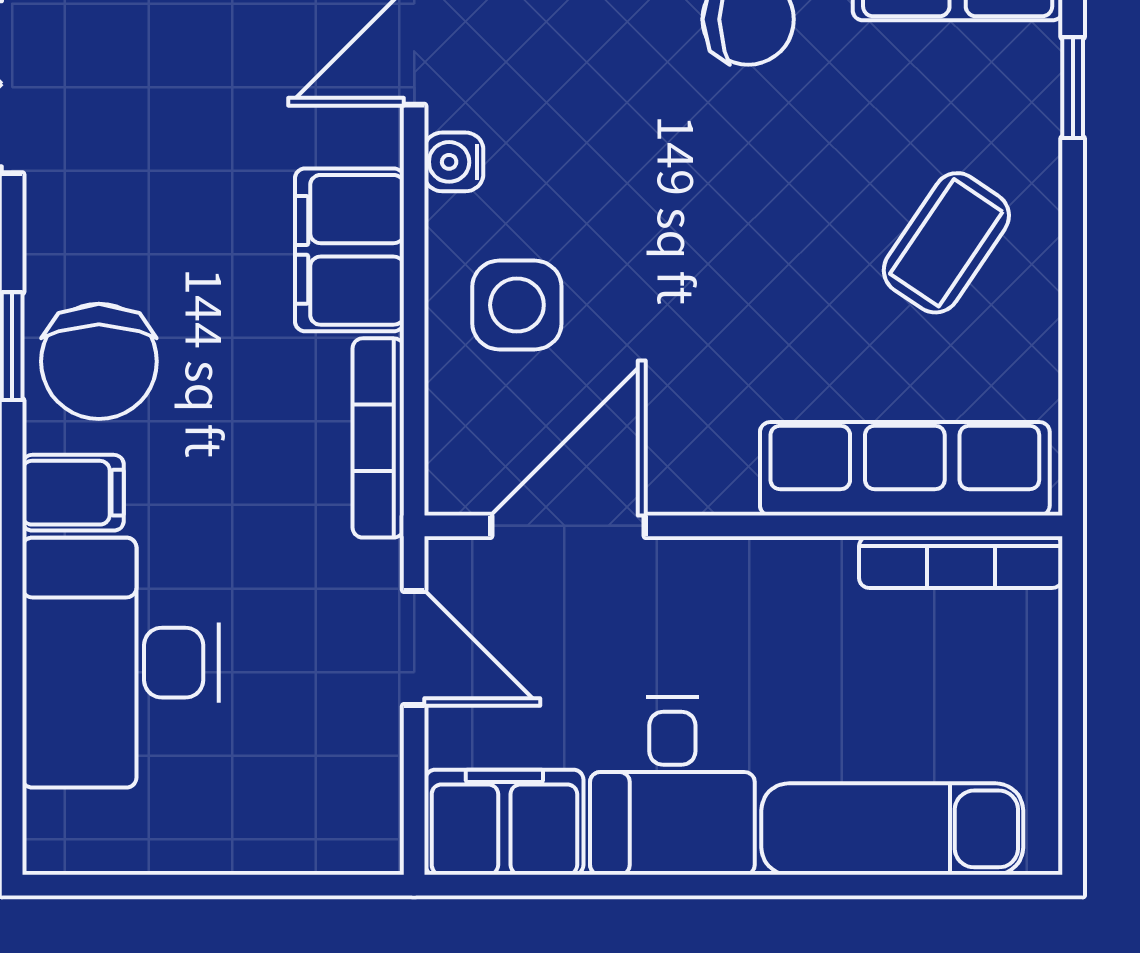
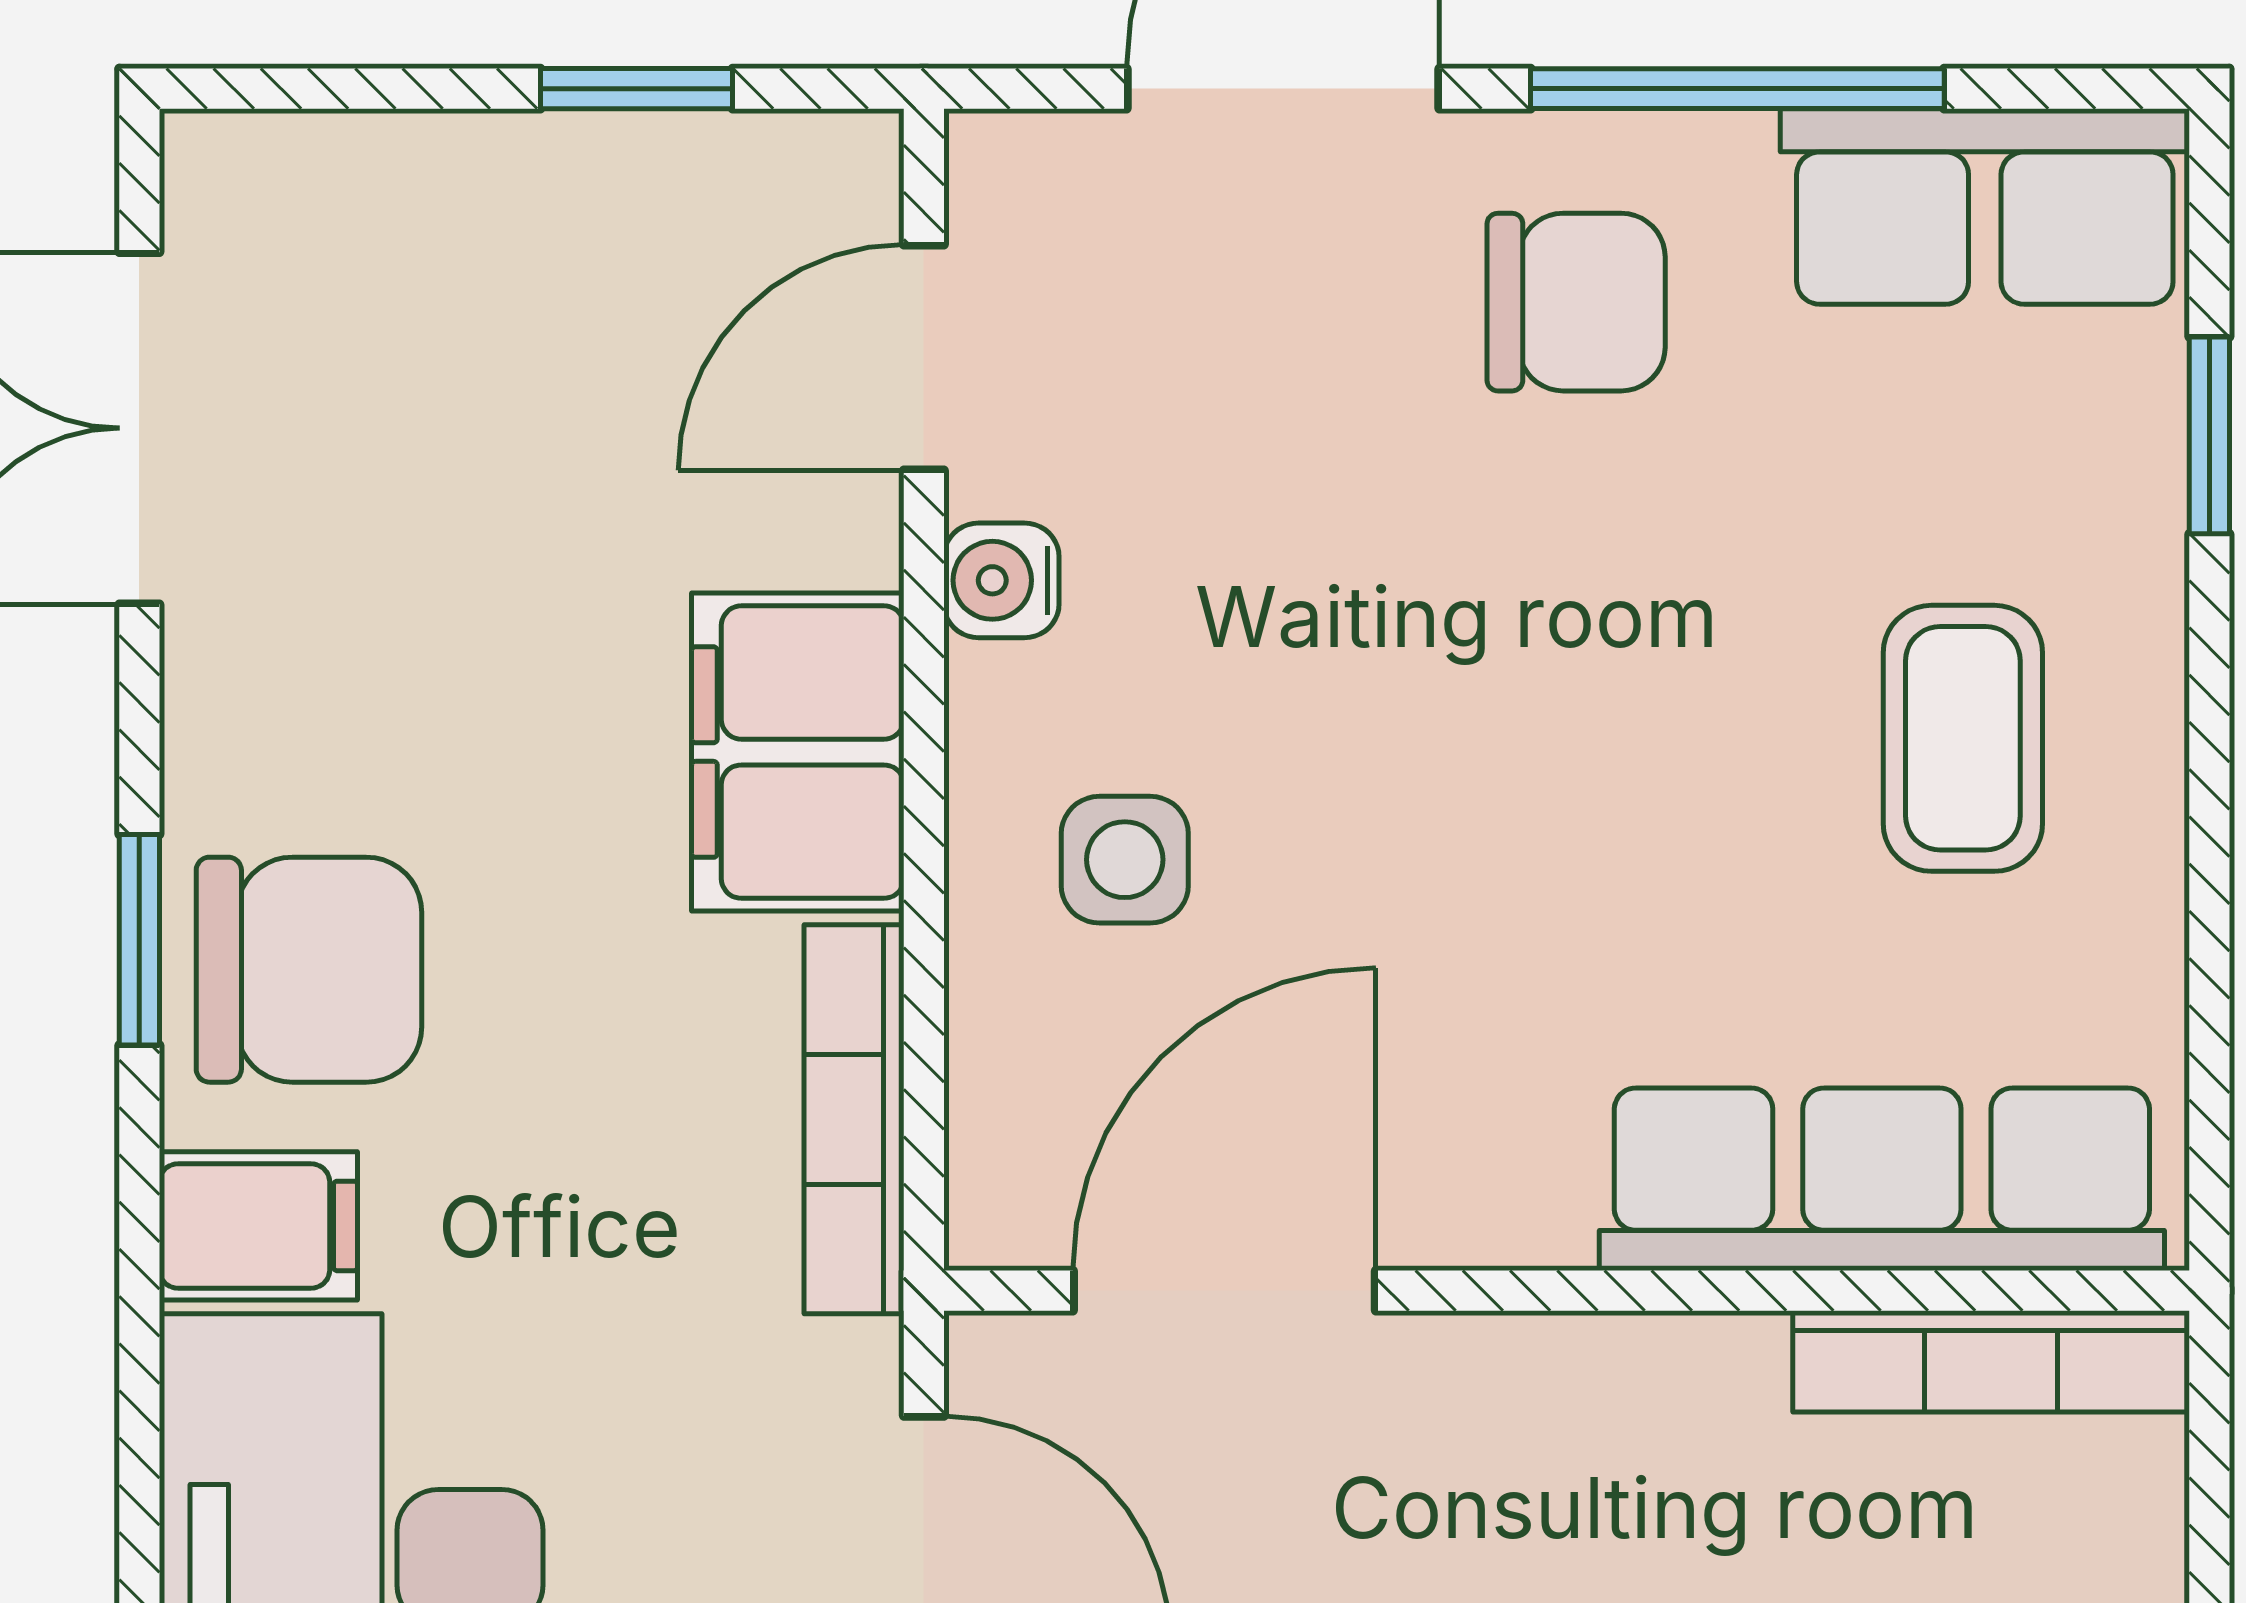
coffee table: (946, 243) -> (1963, 738), turned -34
side table: (517, 305) -> (1125, 860), width x0.73, depth x0.73
chair: (99, 361) -> (309, 970), turned -90

